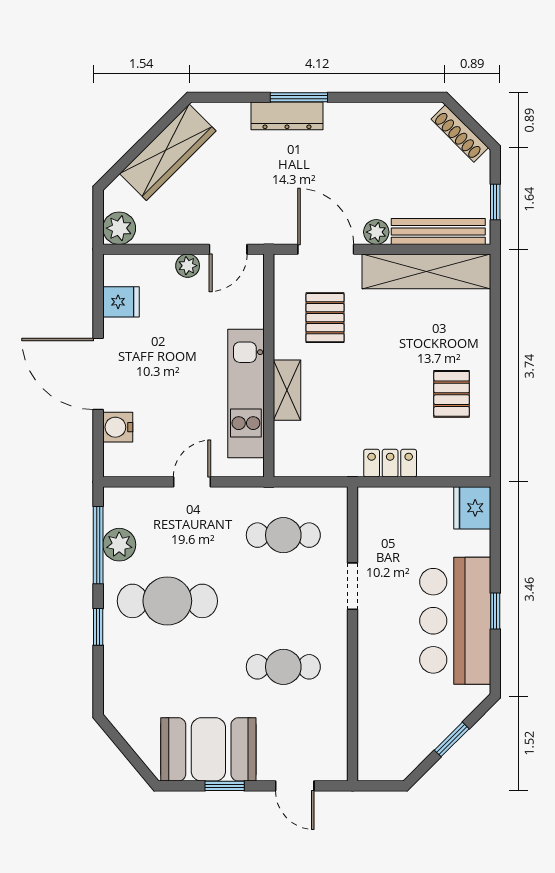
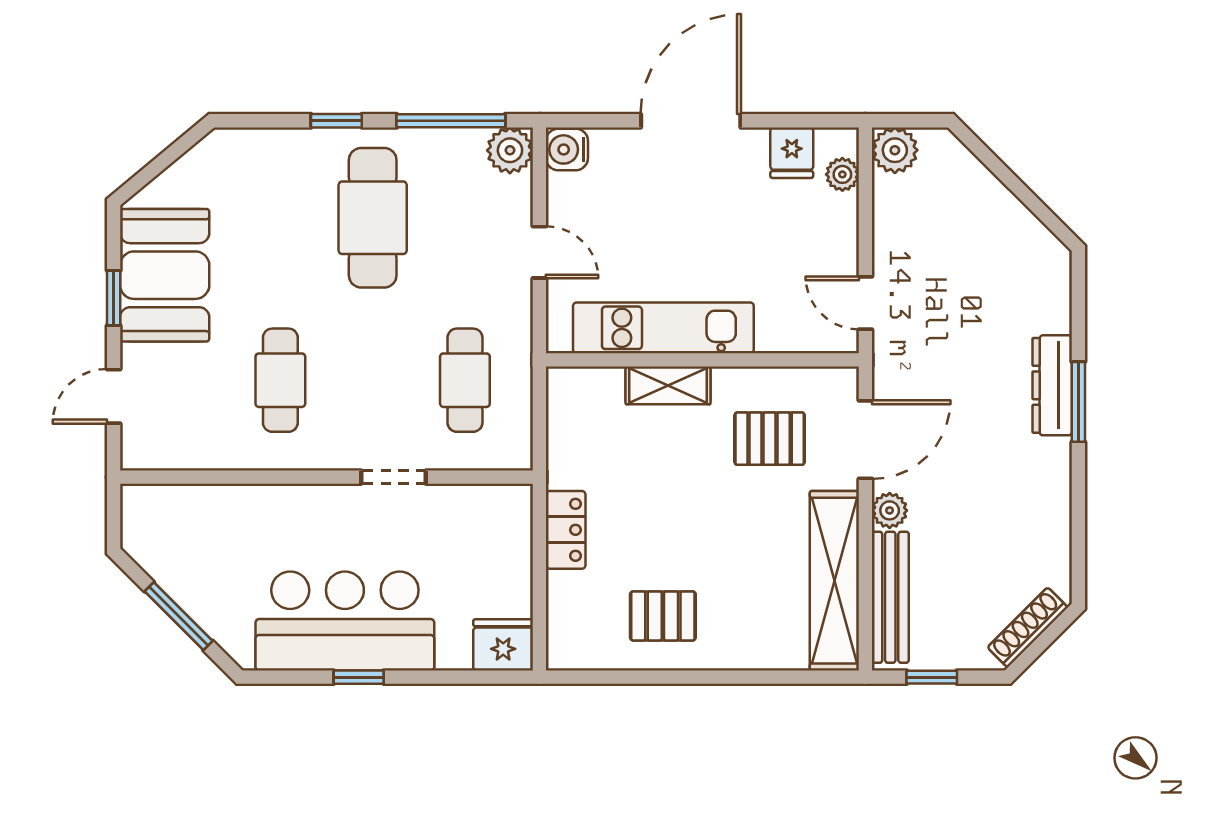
wardrobe: (168, 152) -> (1001, 218), removed
plant: (188, 266) -> (842, 174), moved
water cooler: (118, 427) -> (567, 149), moved, turned -90
plant: (119, 545) -> (510, 150), moved
window: (452, 739) -> (179, 616), width x1.50

